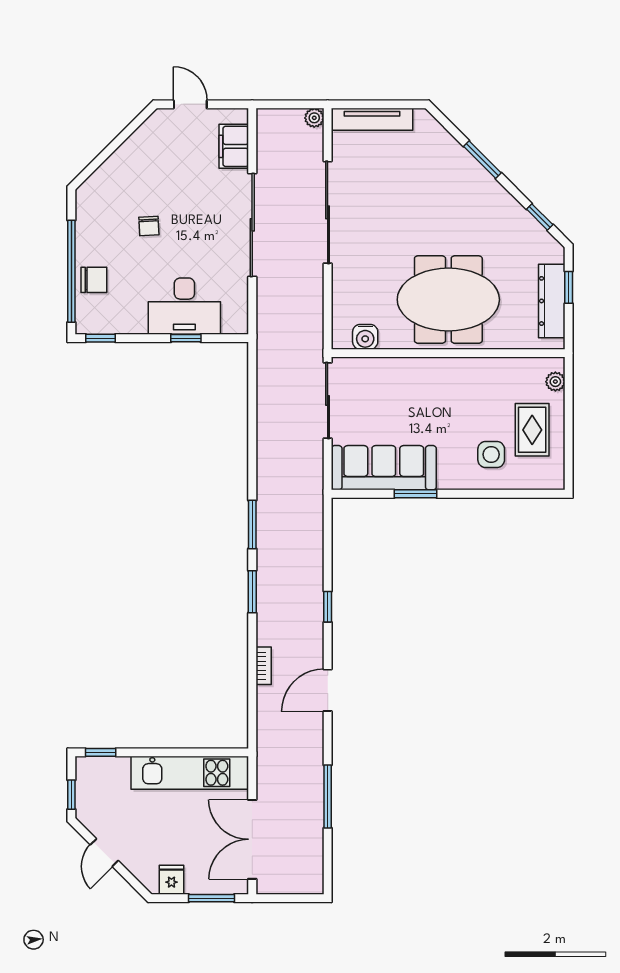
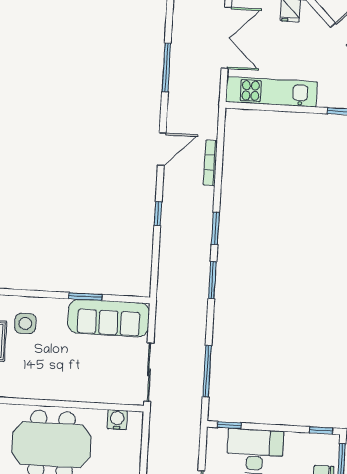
window: (186, 338) -> (229, 425), moved
window: (252, 406) -> (207, 371), added
bookcase: (264, 666) -> (210, 163), width x1.56

